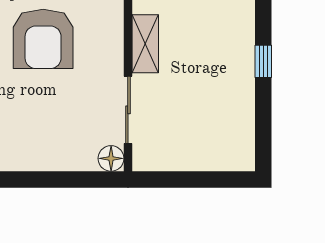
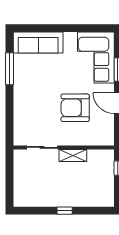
floor lamp: (111, 158) -> (19, 140), removed

